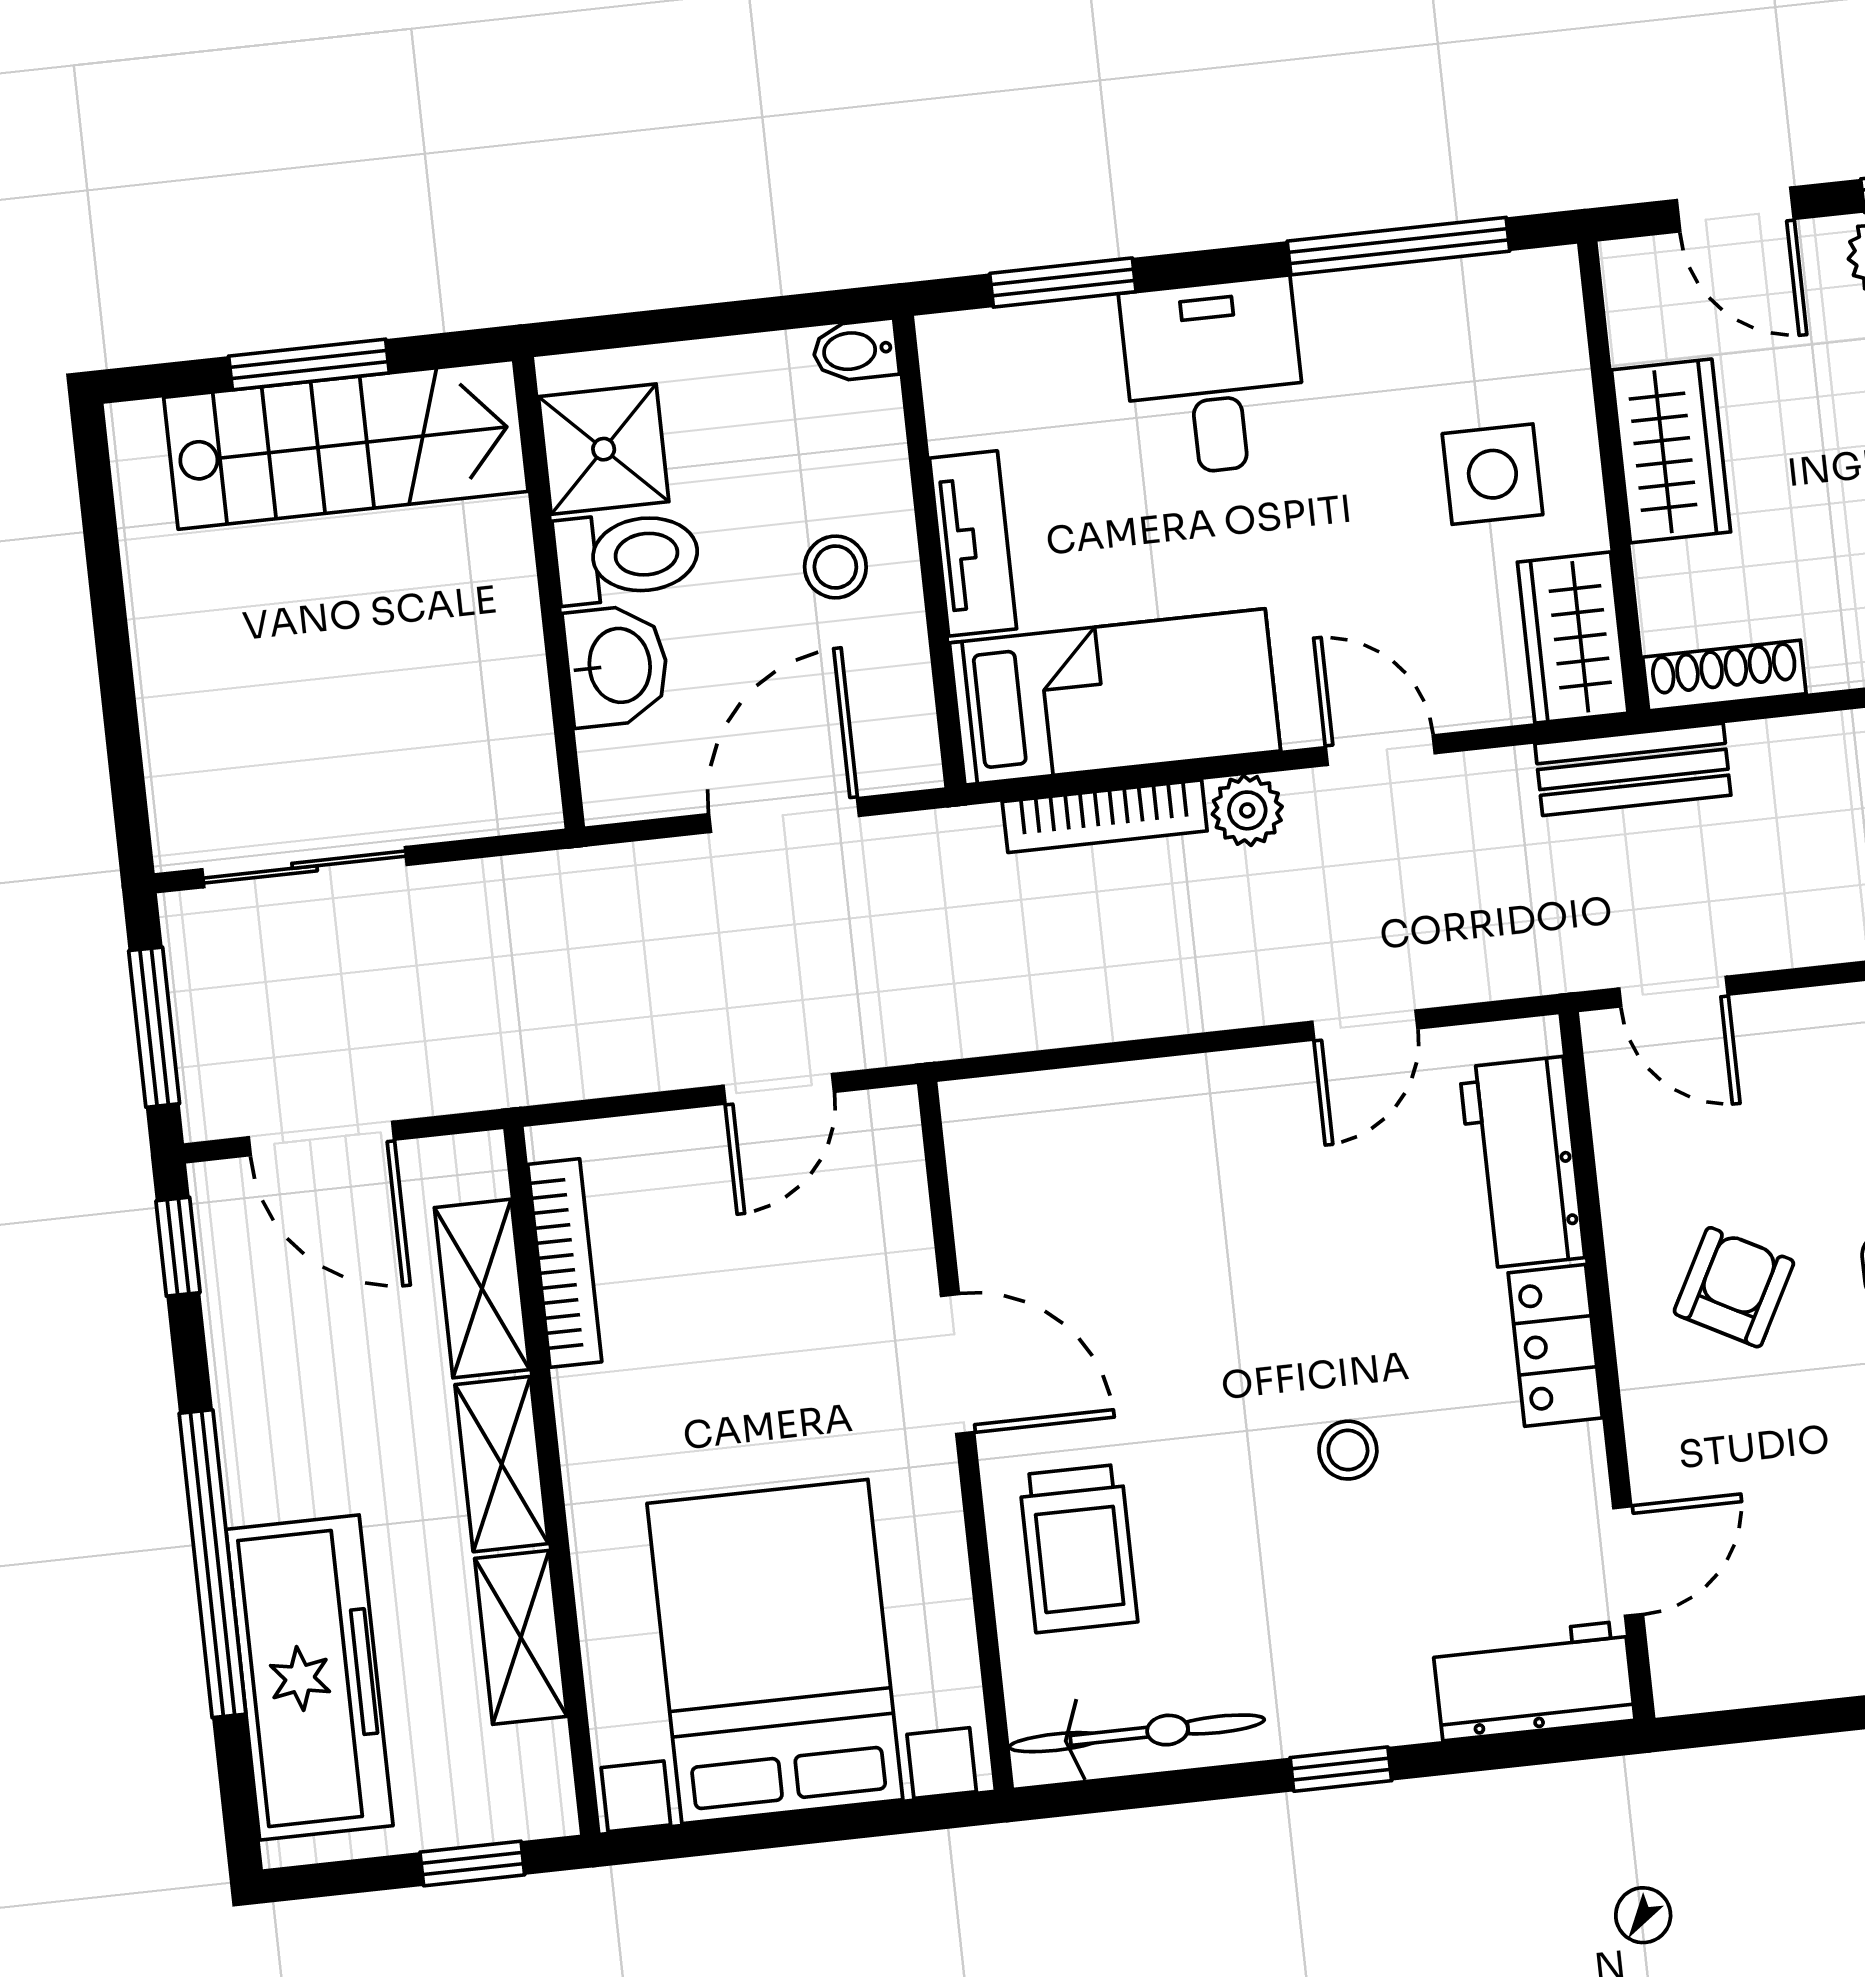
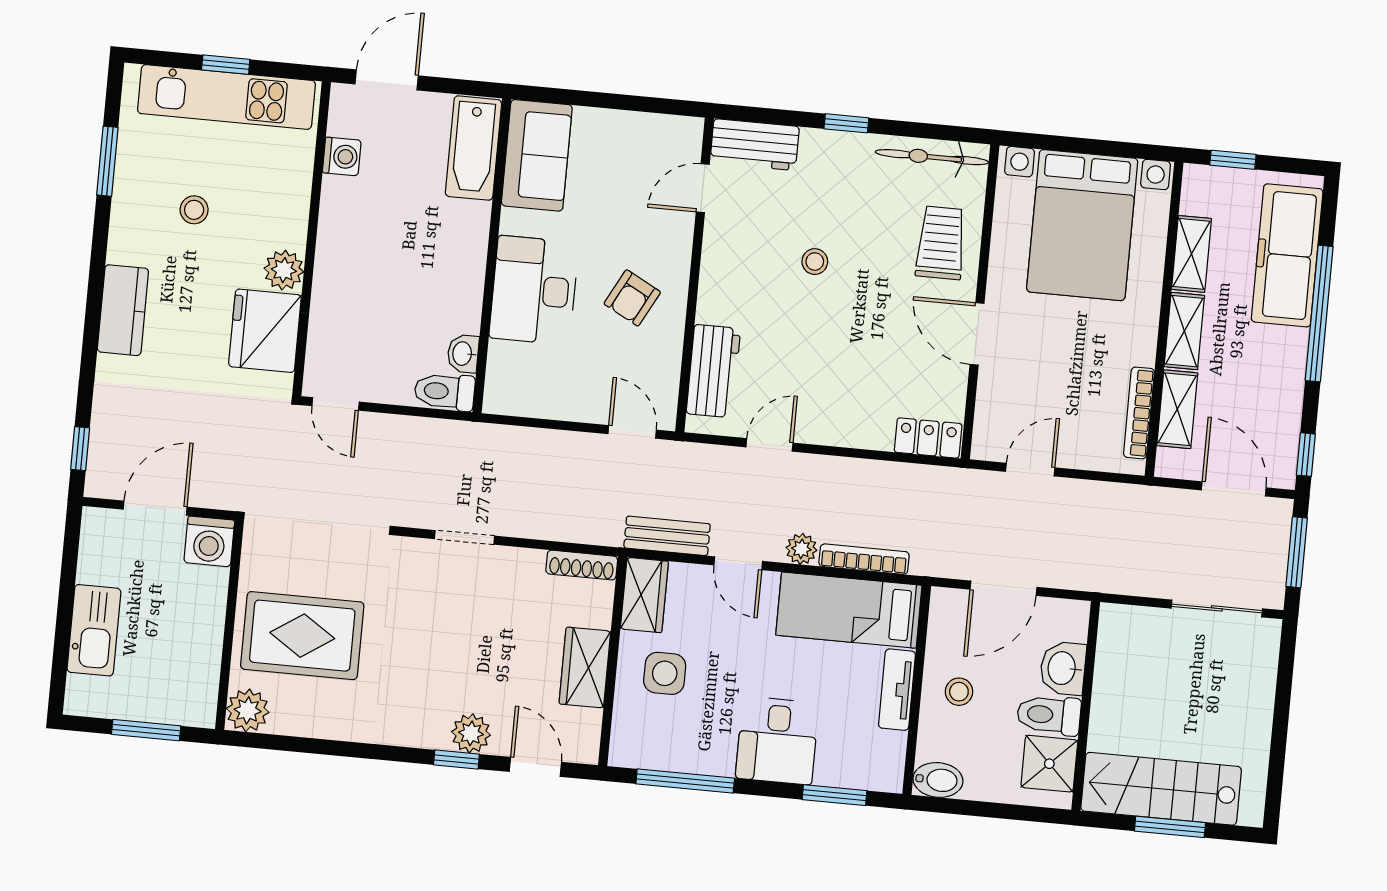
bidet: (855, 351) -> (938, 780), width x1.38, depth x1.36
bench: (1633, 769) -> (667, 536), moved
locker: (1555, 1345) -> (928, 438), moved, turned -90

